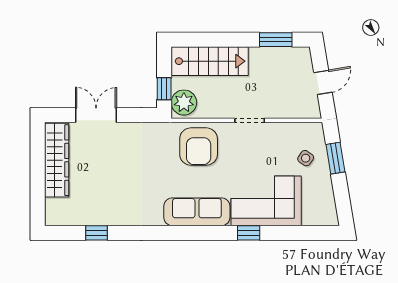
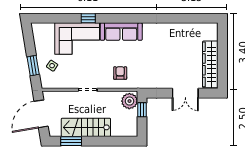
stairs: (210, 61) -> (86, 127), moved
door: (323, 82) -> (41, 114), width x1.88
armchair: (199, 147) -> (120, 73), width x0.53, depth x0.53
window: (96, 233) -> (185, 18), removed

